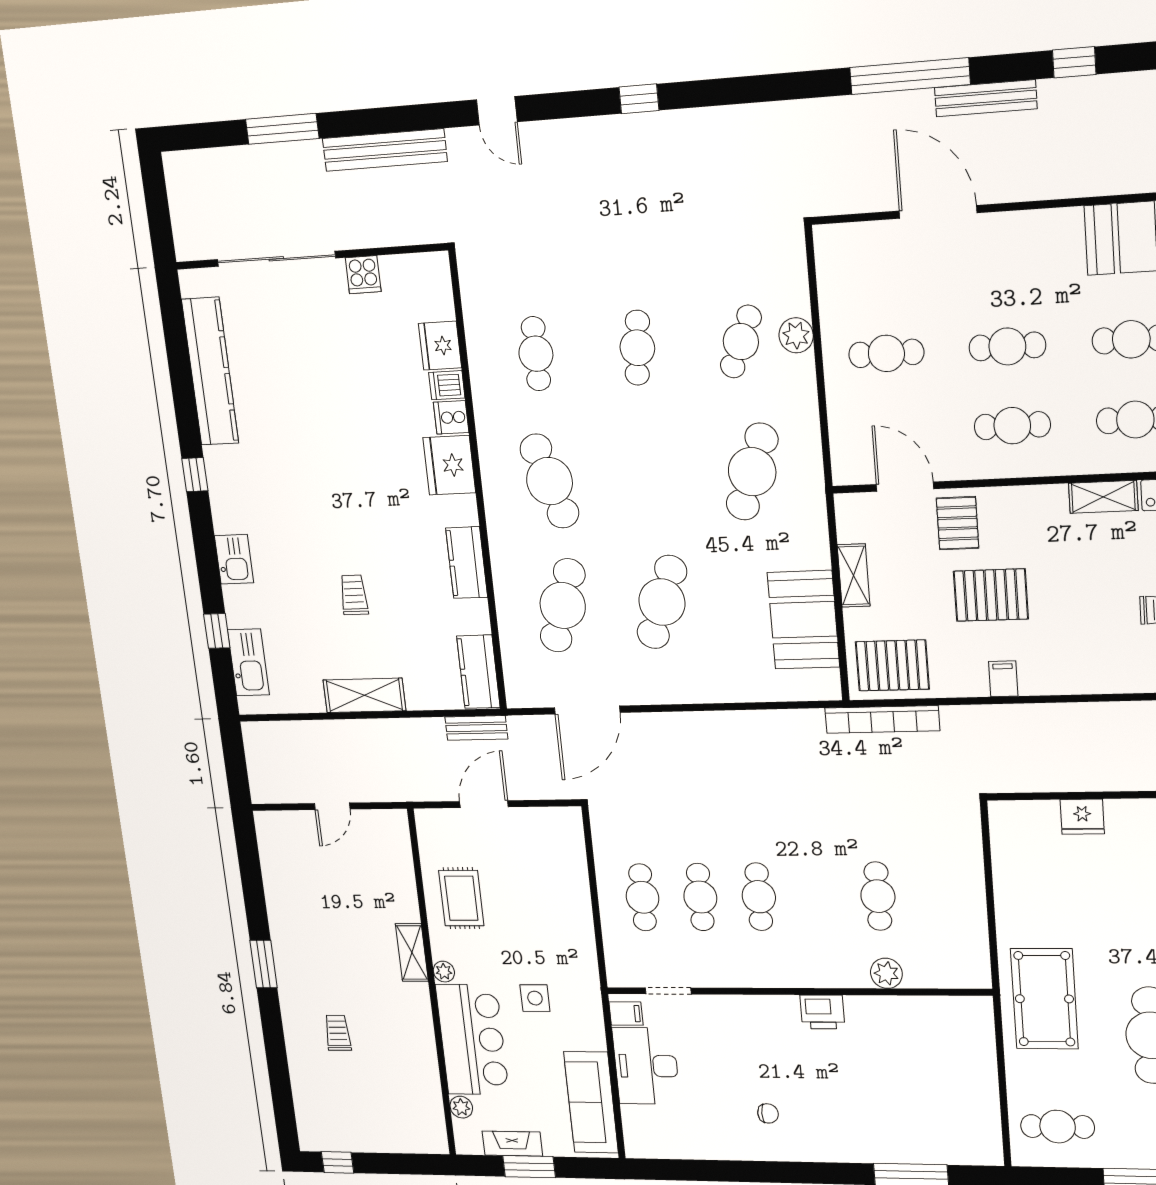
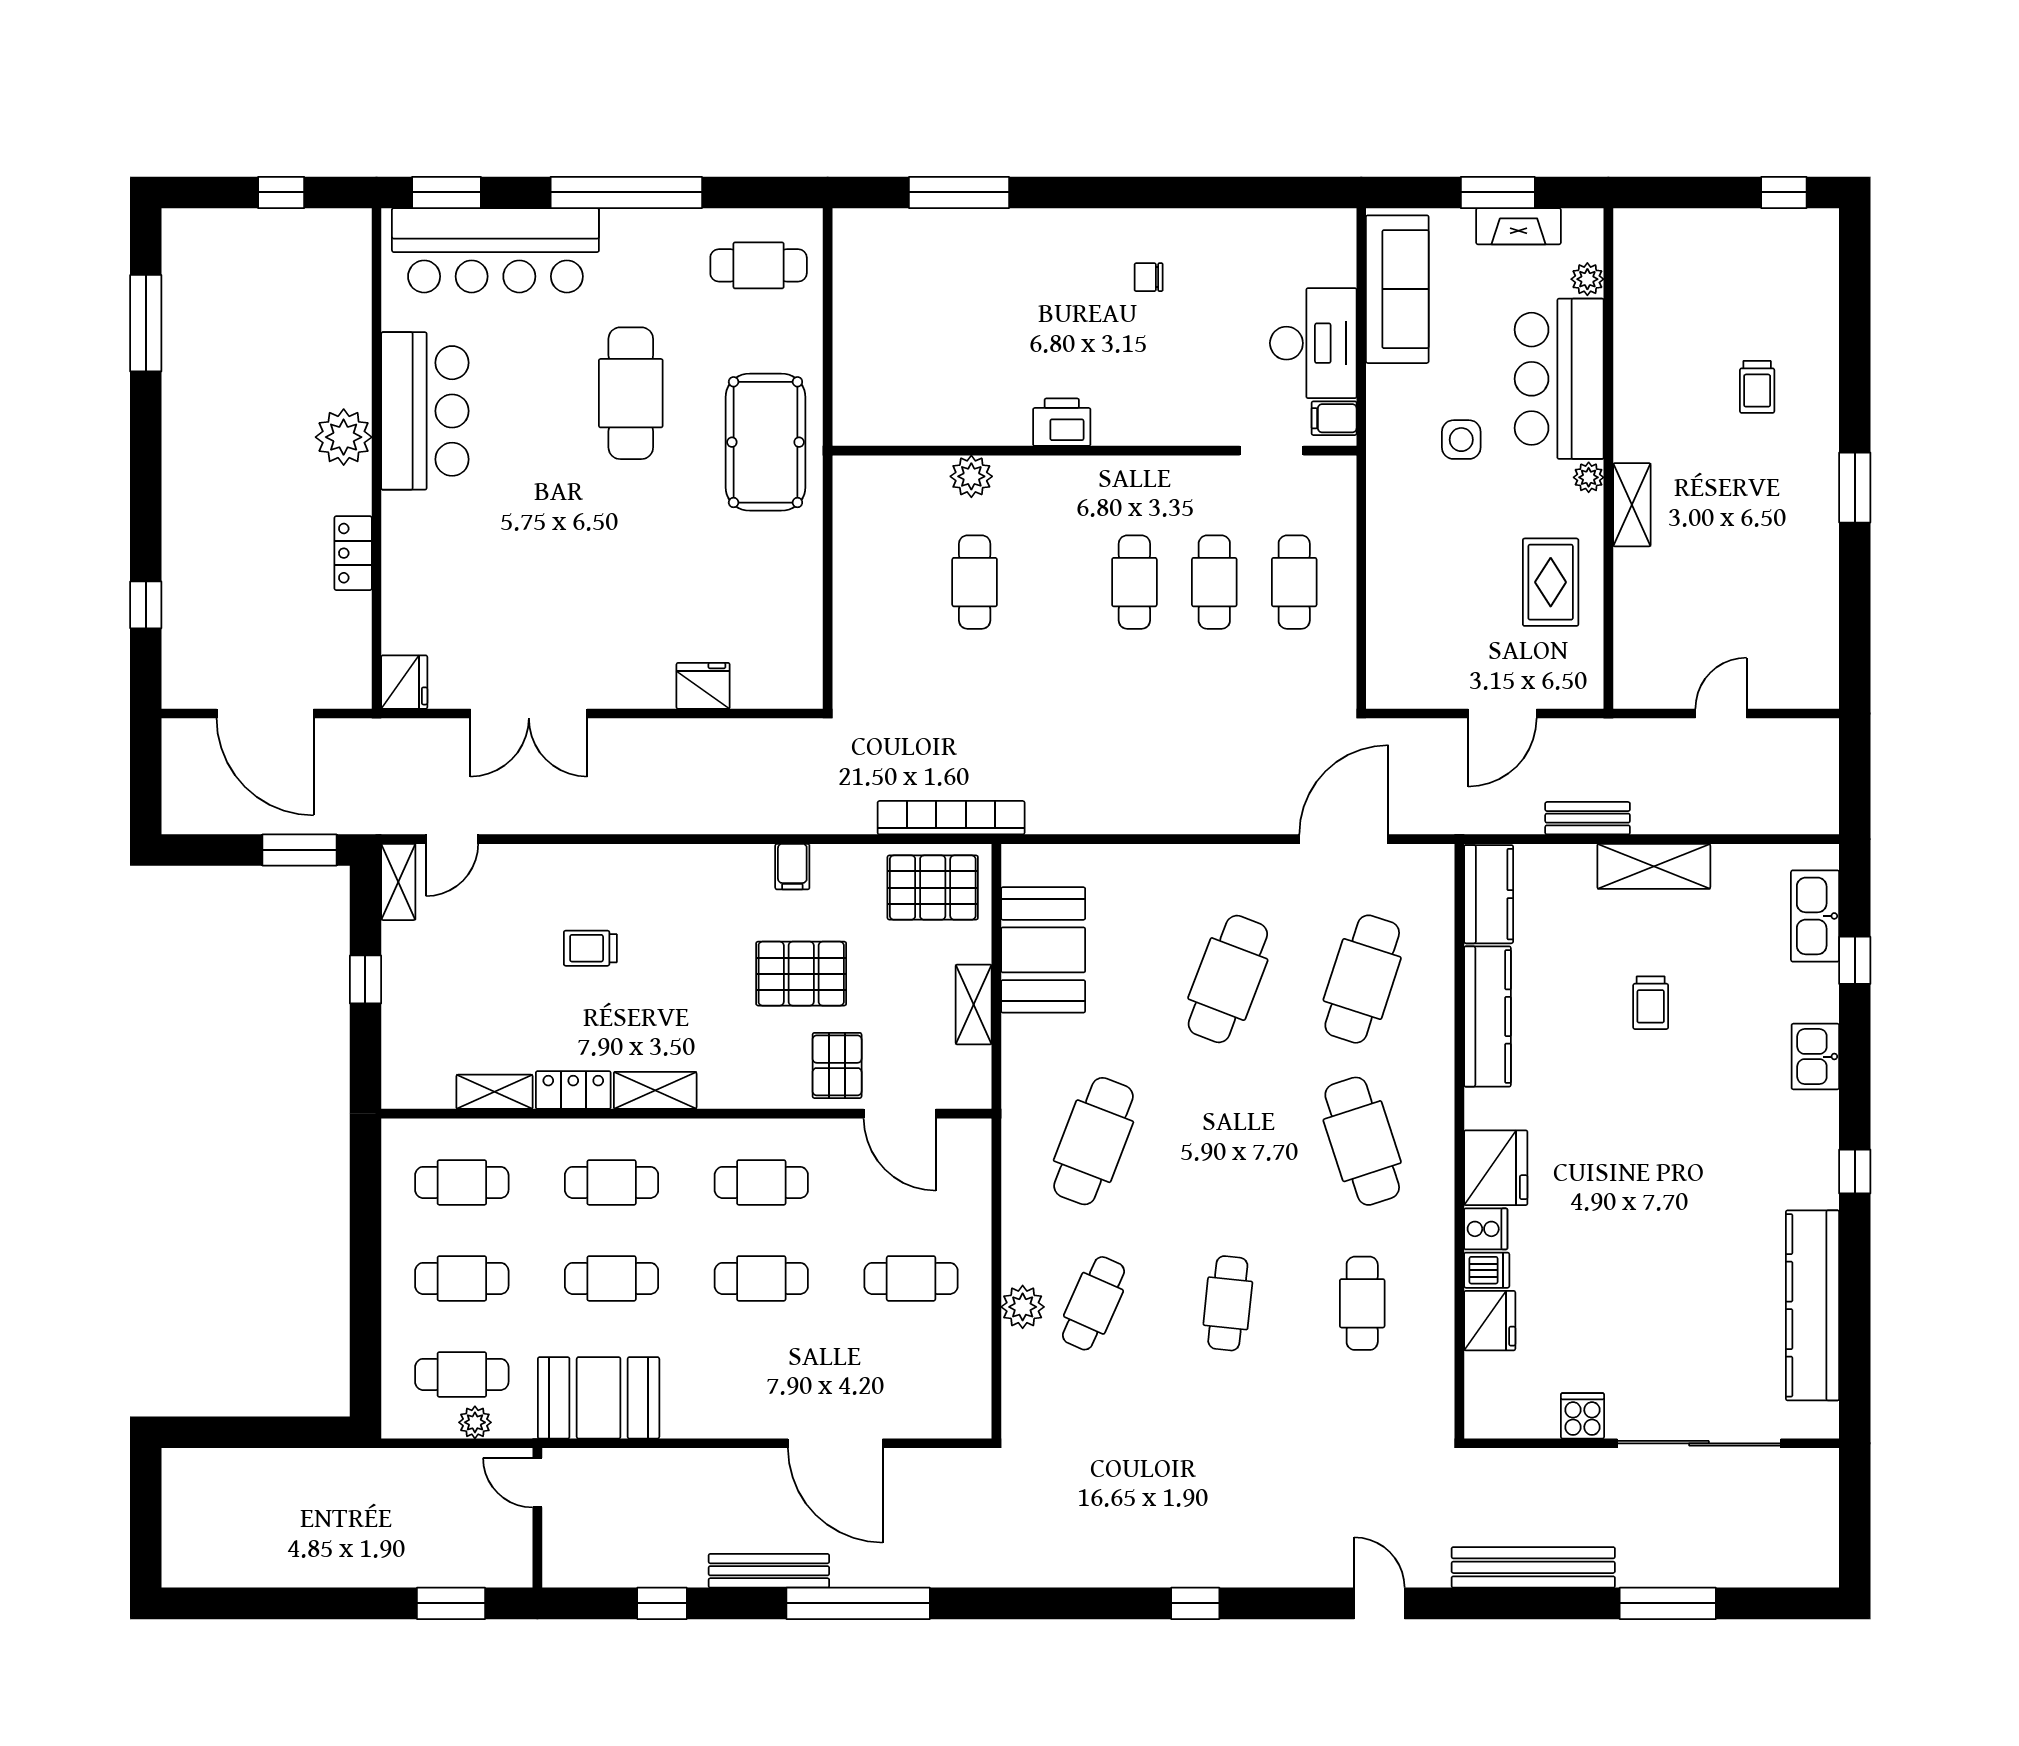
kitchen counter: (467, 563) -> (1487, 1017), width x1.50
bench: (476, 728) -> (1588, 818), moved

